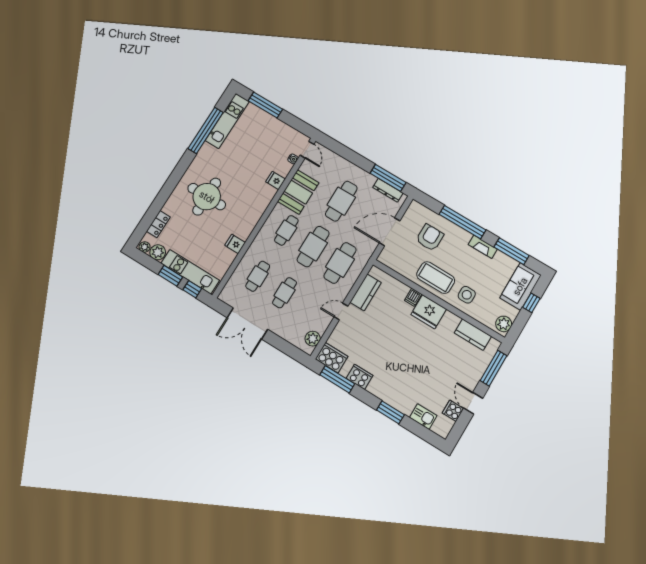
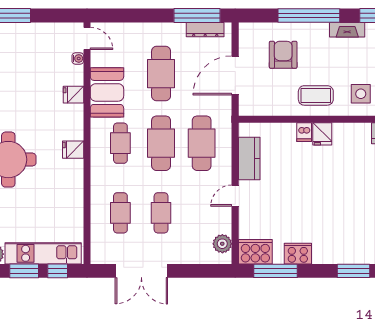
fridge: (235, 244) -> (73, 150), moved
coffee table: (436, 278) -> (316, 95), width x0.73, depth x0.76
fridge: (429, 312) -> (322, 134), width x0.53, depth x0.75

